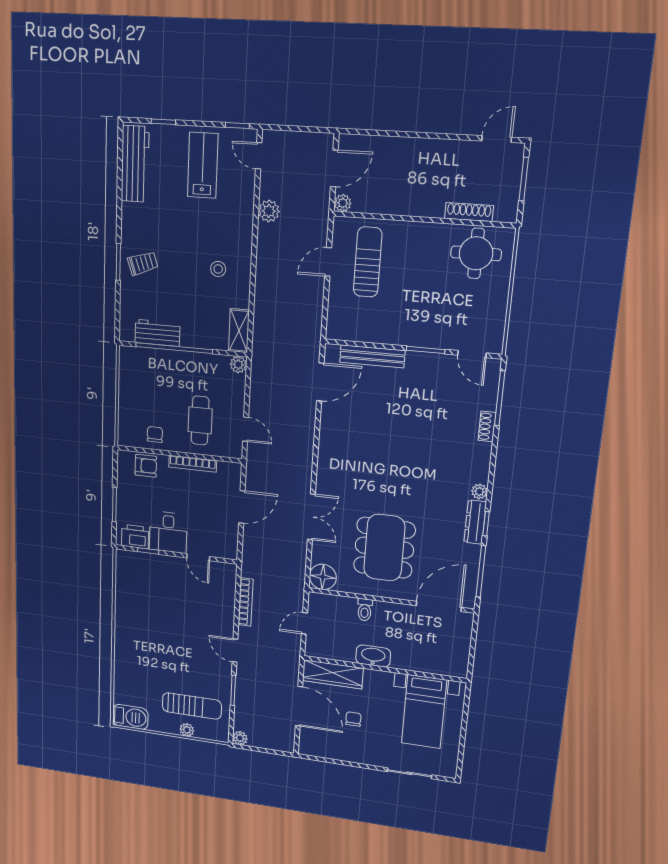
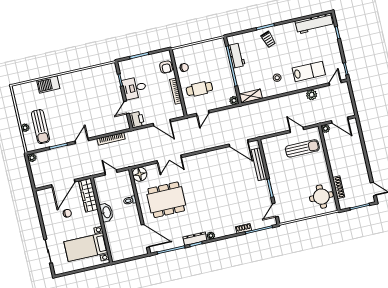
lab bench: (203, 165) -> (309, 71), moved
printer: (135, 537) -> (137, 120), moved
barbecue: (130, 717) -> (48, 84), moved, turned 90

